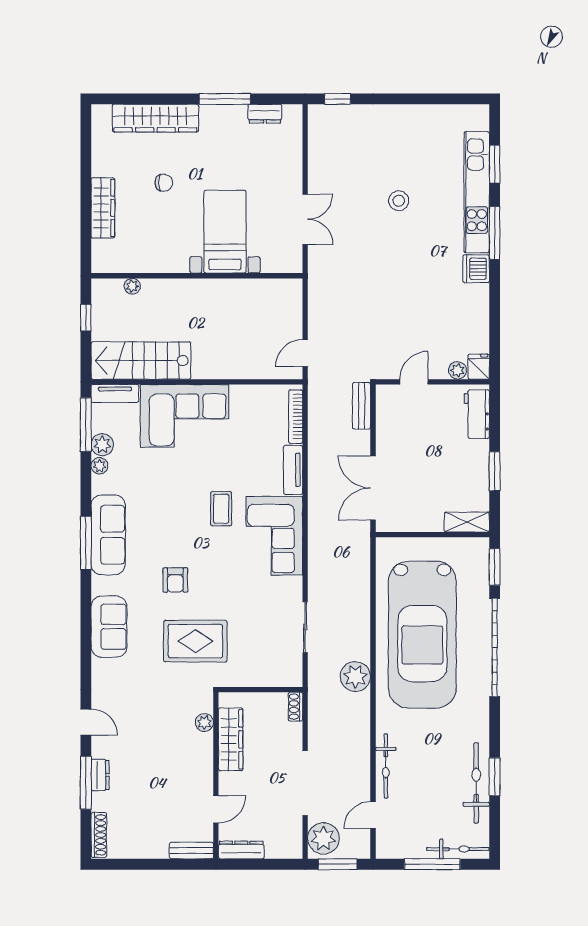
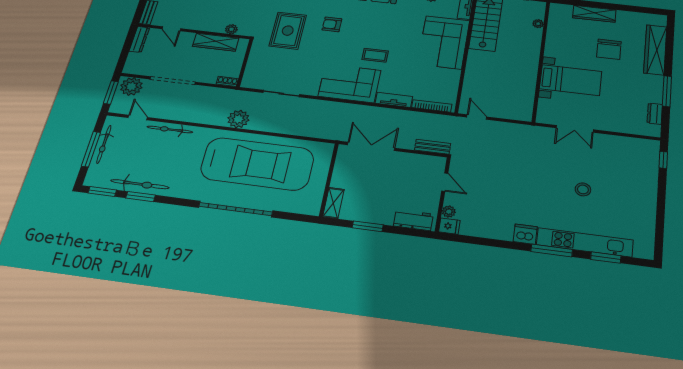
chair: (164, 183) -> (609, 49), width x1.87, depth x1.87
window: (495, 567) -> (102, 192), moved
car: (422, 635) -> (257, 164), turned 180
bicycle: (458, 849) -> (104, 144), moved

